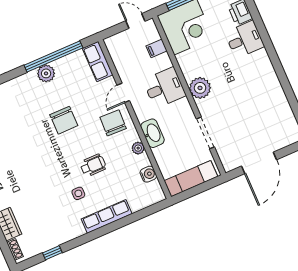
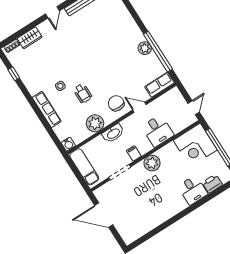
filing cabinet: (157, 48) -> (134, 153), moved
desk: (164, 88) -> (158, 131), moved
chair: (64, 120) -> (112, 67), removed
chair: (113, 123) -> (116, 103), turned -92
plant: (138, 148) -> (95, 123), width x1.88, depth x1.88
water cooler: (148, 174) -> (68, 144), moved

